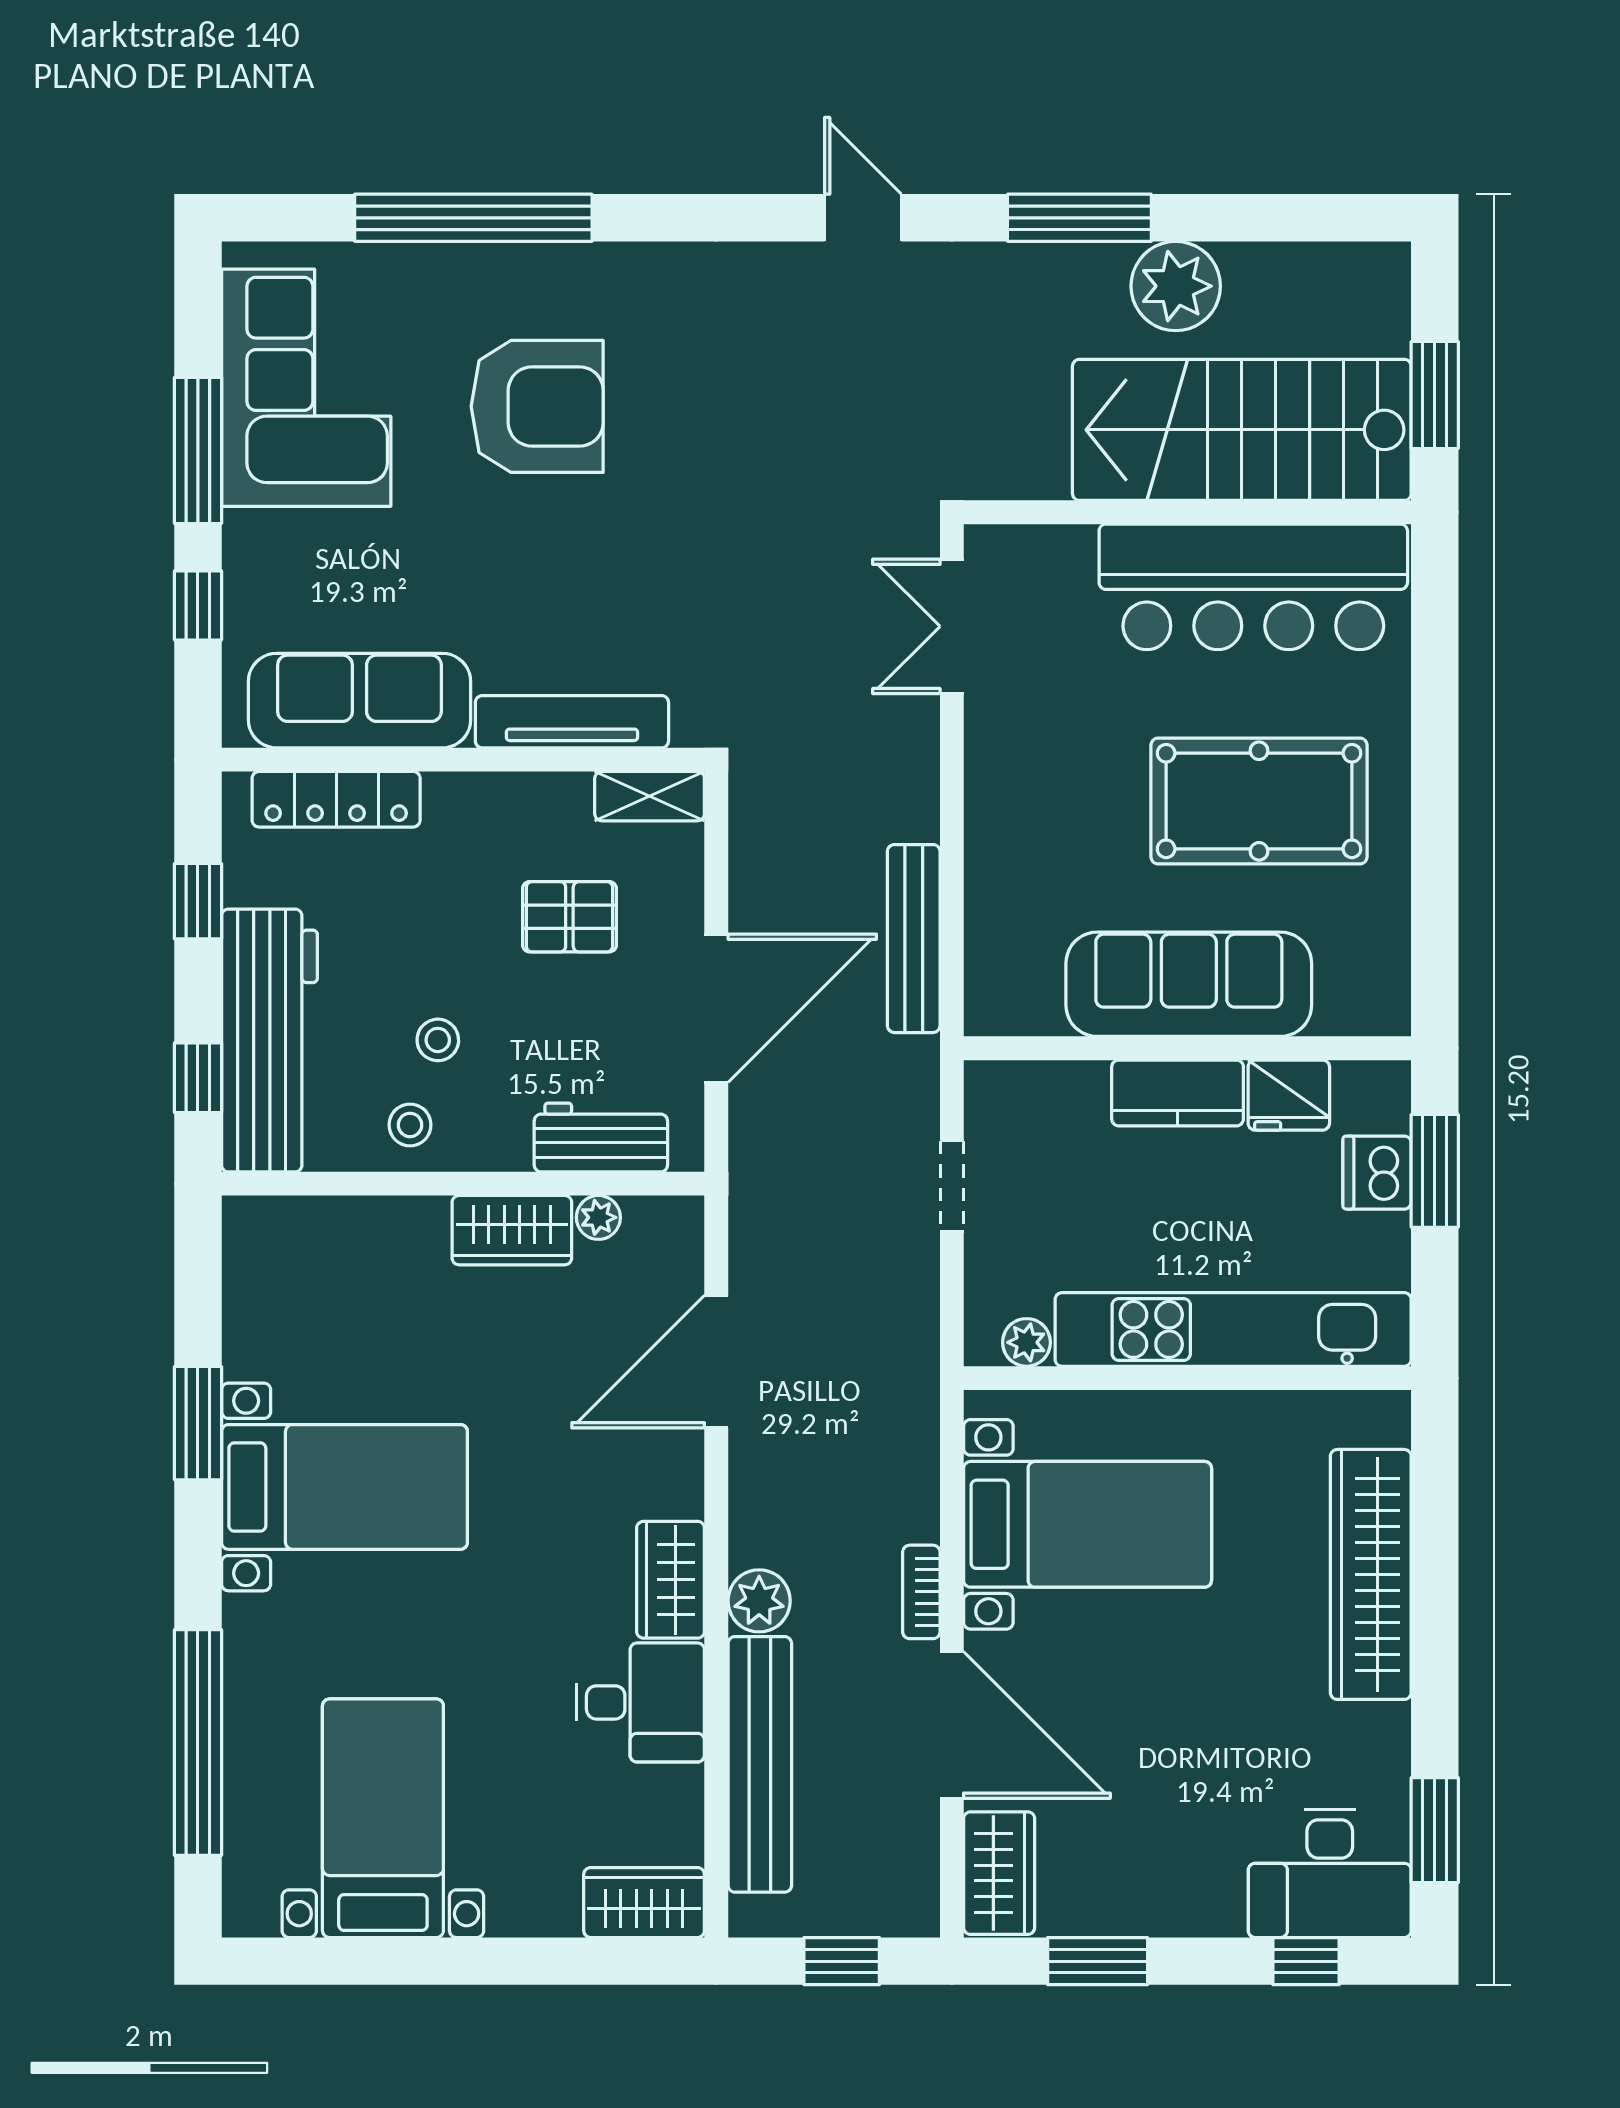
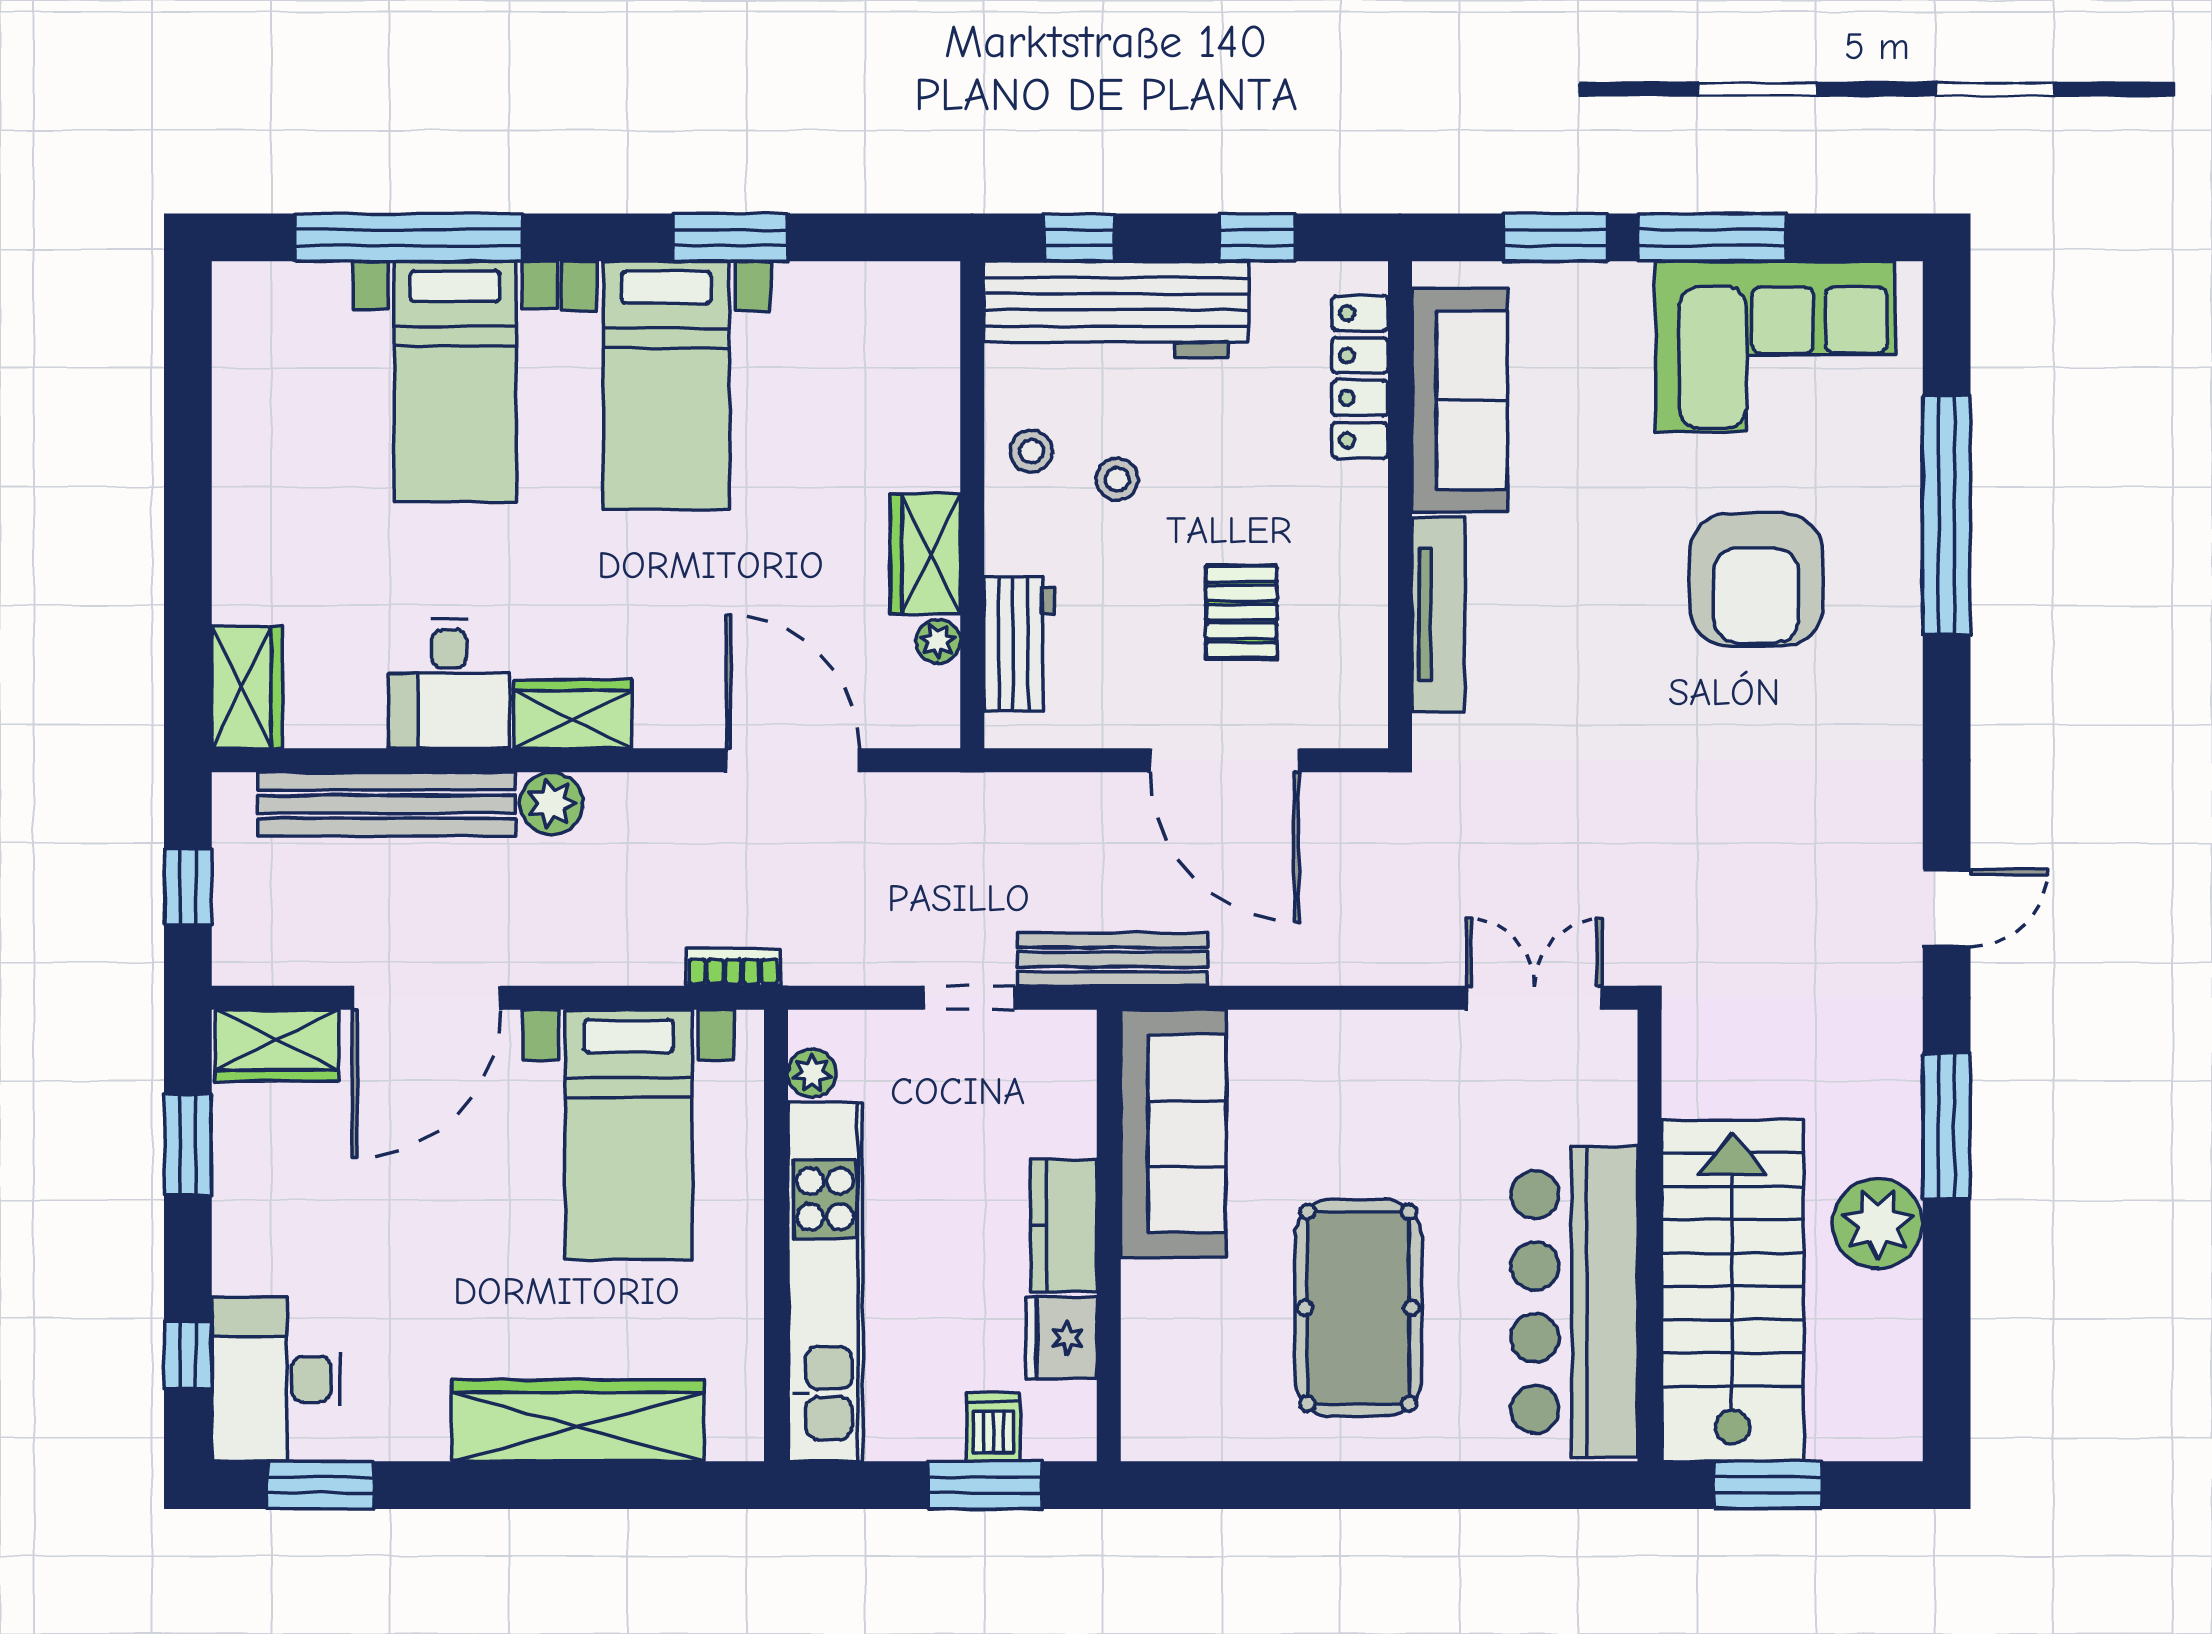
window: (198, 605) -> (1555, 237), width x1.50
shelving: (650, 796) -> (1363, 693), removed
bench: (914, 939) -> (1113, 959), moved
sofa: (1189, 984) -> (1173, 1134), moved
door: (716, 1008) -> (1225, 760), moved
dishwasher: (1377, 1173) -> (993, 1427), width x0.73
bookcase: (921, 1592) -> (733, 967), moved
bed with nightstands: (383, 1818) -> (455, 382), moved, turned 90

